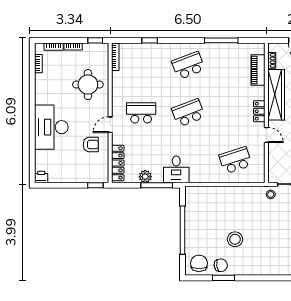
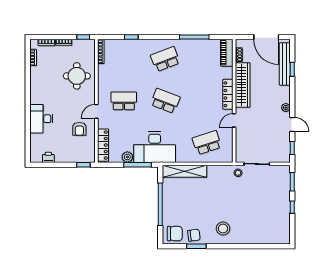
piano: (258, 70) -> (227, 53), moved
locker: (259, 111) -> (228, 94), width x1.53
school desk: (188, 113) -> (165, 101), turned 42
desk: (51, 127) -> (41, 119), width x0.73, depth x0.77
door: (266, 135) -> (234, 120), swing flipped
armchair: (91, 145) -> (79, 129), turned 90
desk: (176, 169) -> (155, 147), width x1.87, depth x1.30
printer: (41, 177) -> (48, 157), moved
shelving: (210, 193) -> (185, 171), added
stool: (235, 239) -> (223, 228), moved
chair: (199, 263) -> (175, 234), turned 90

